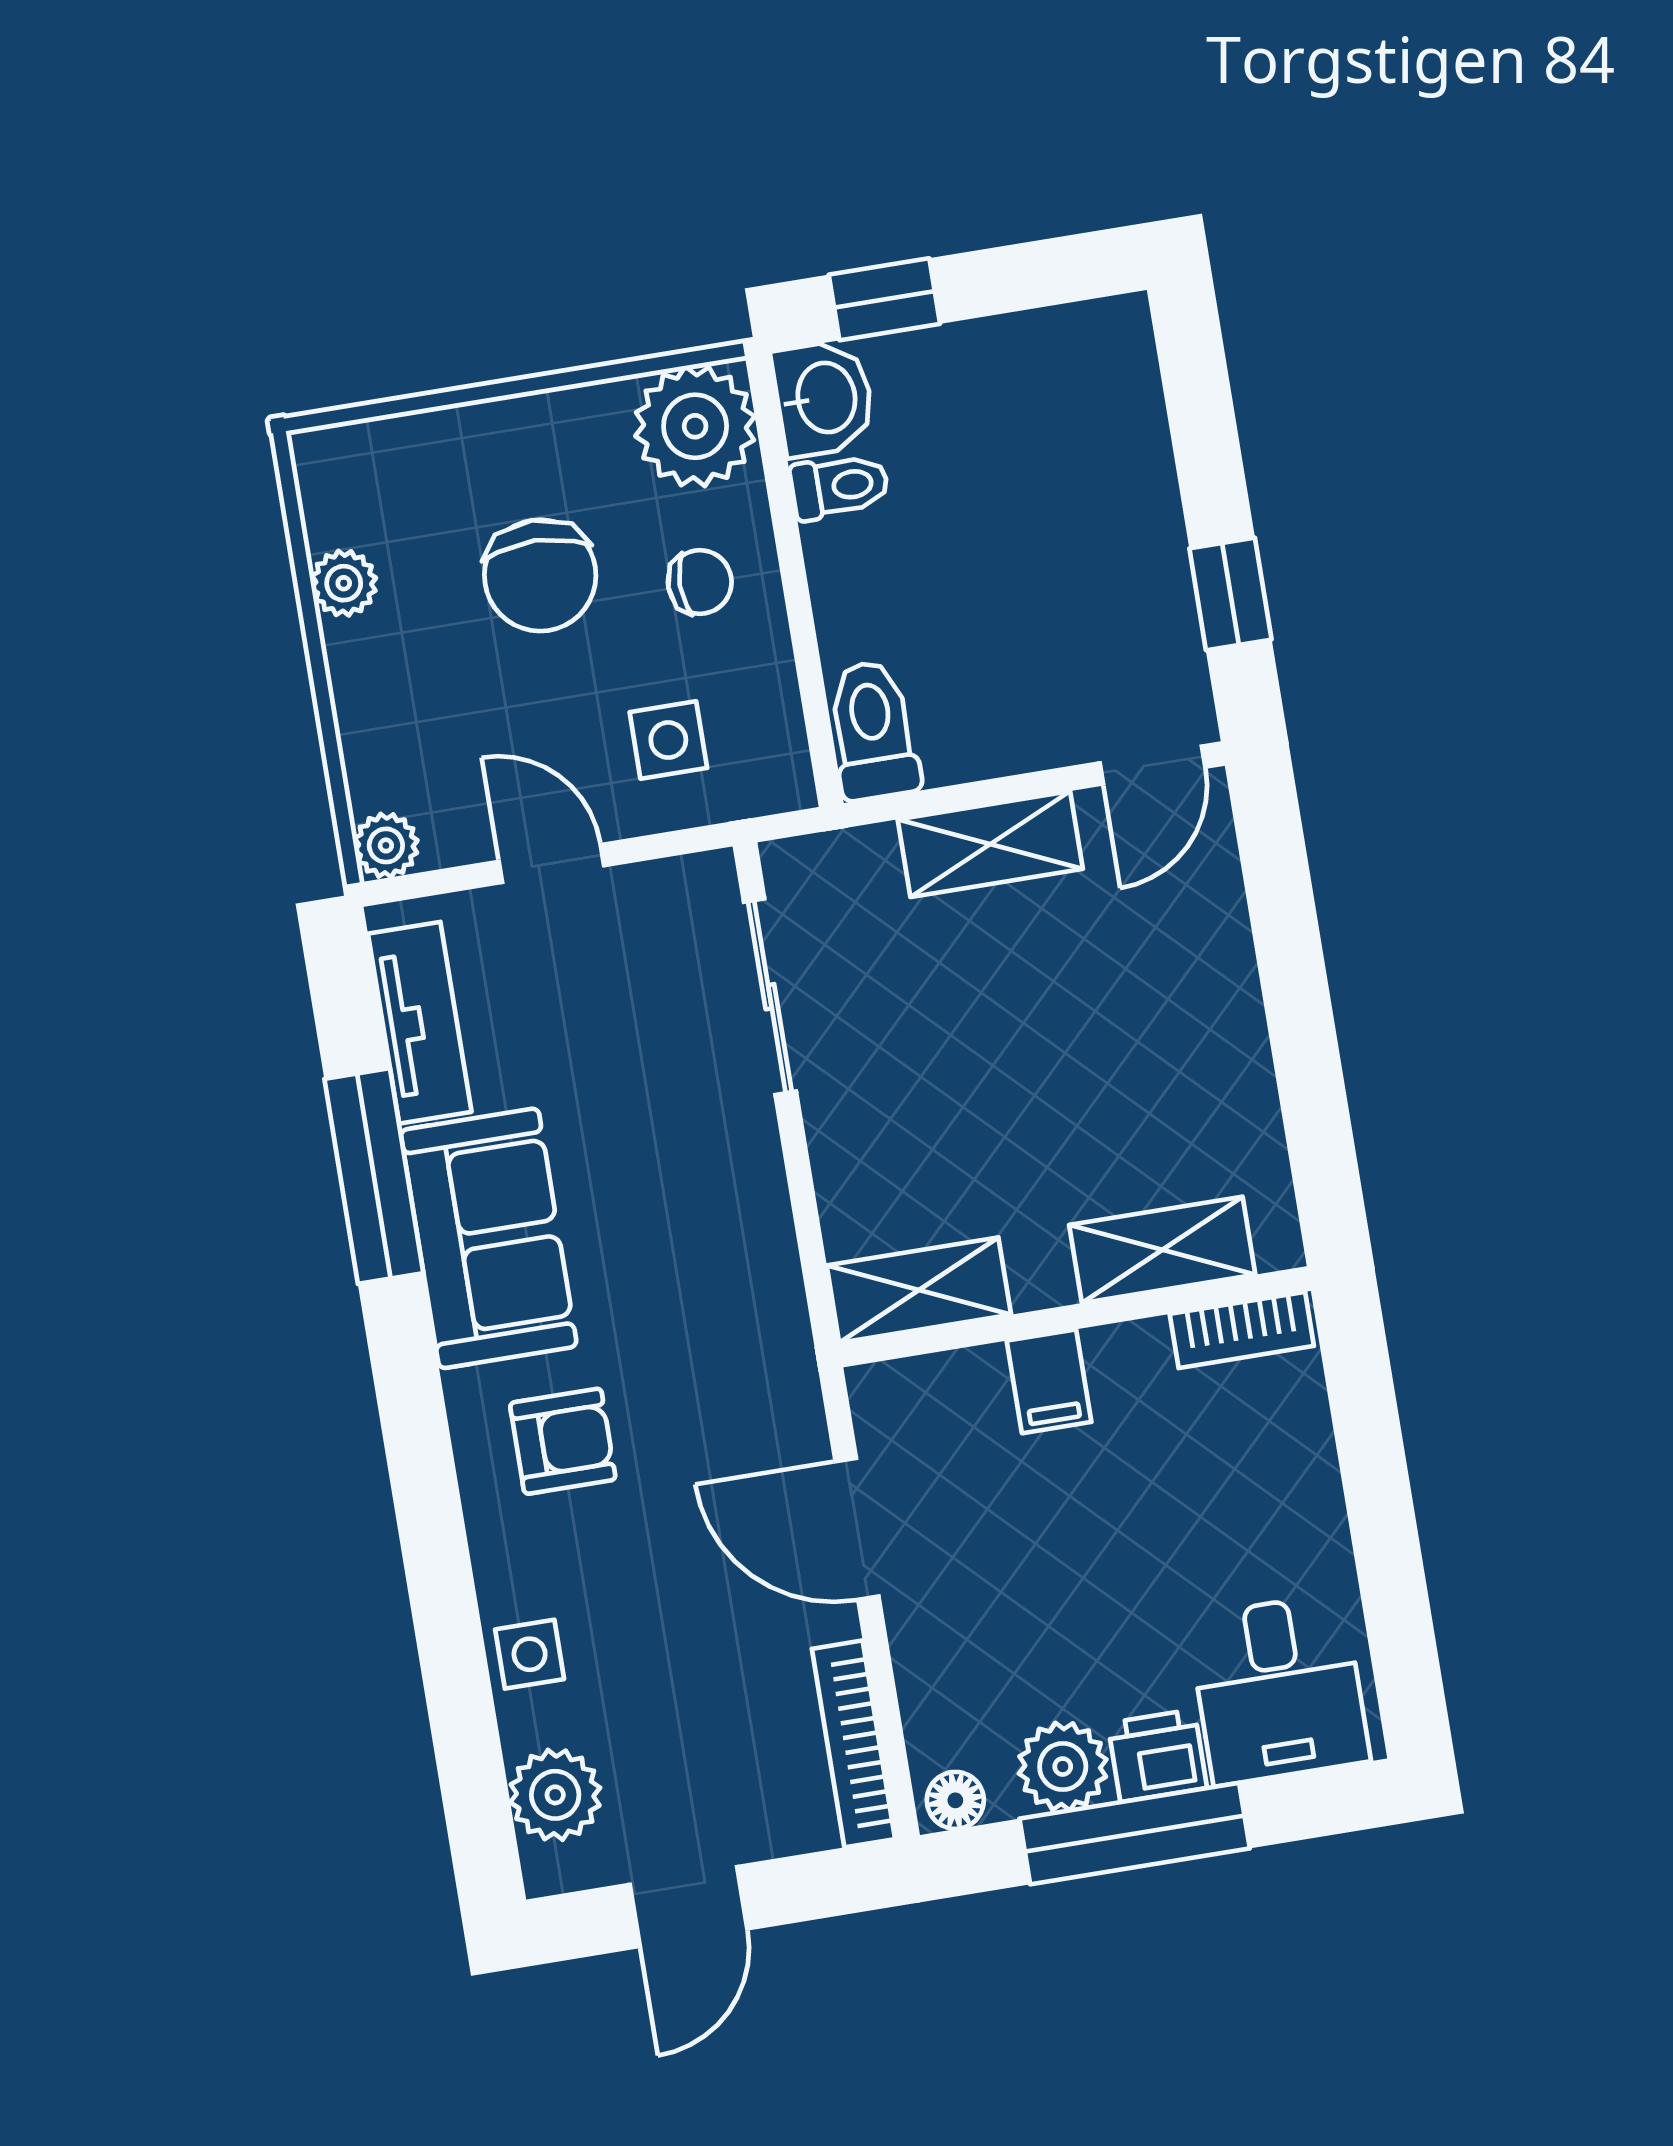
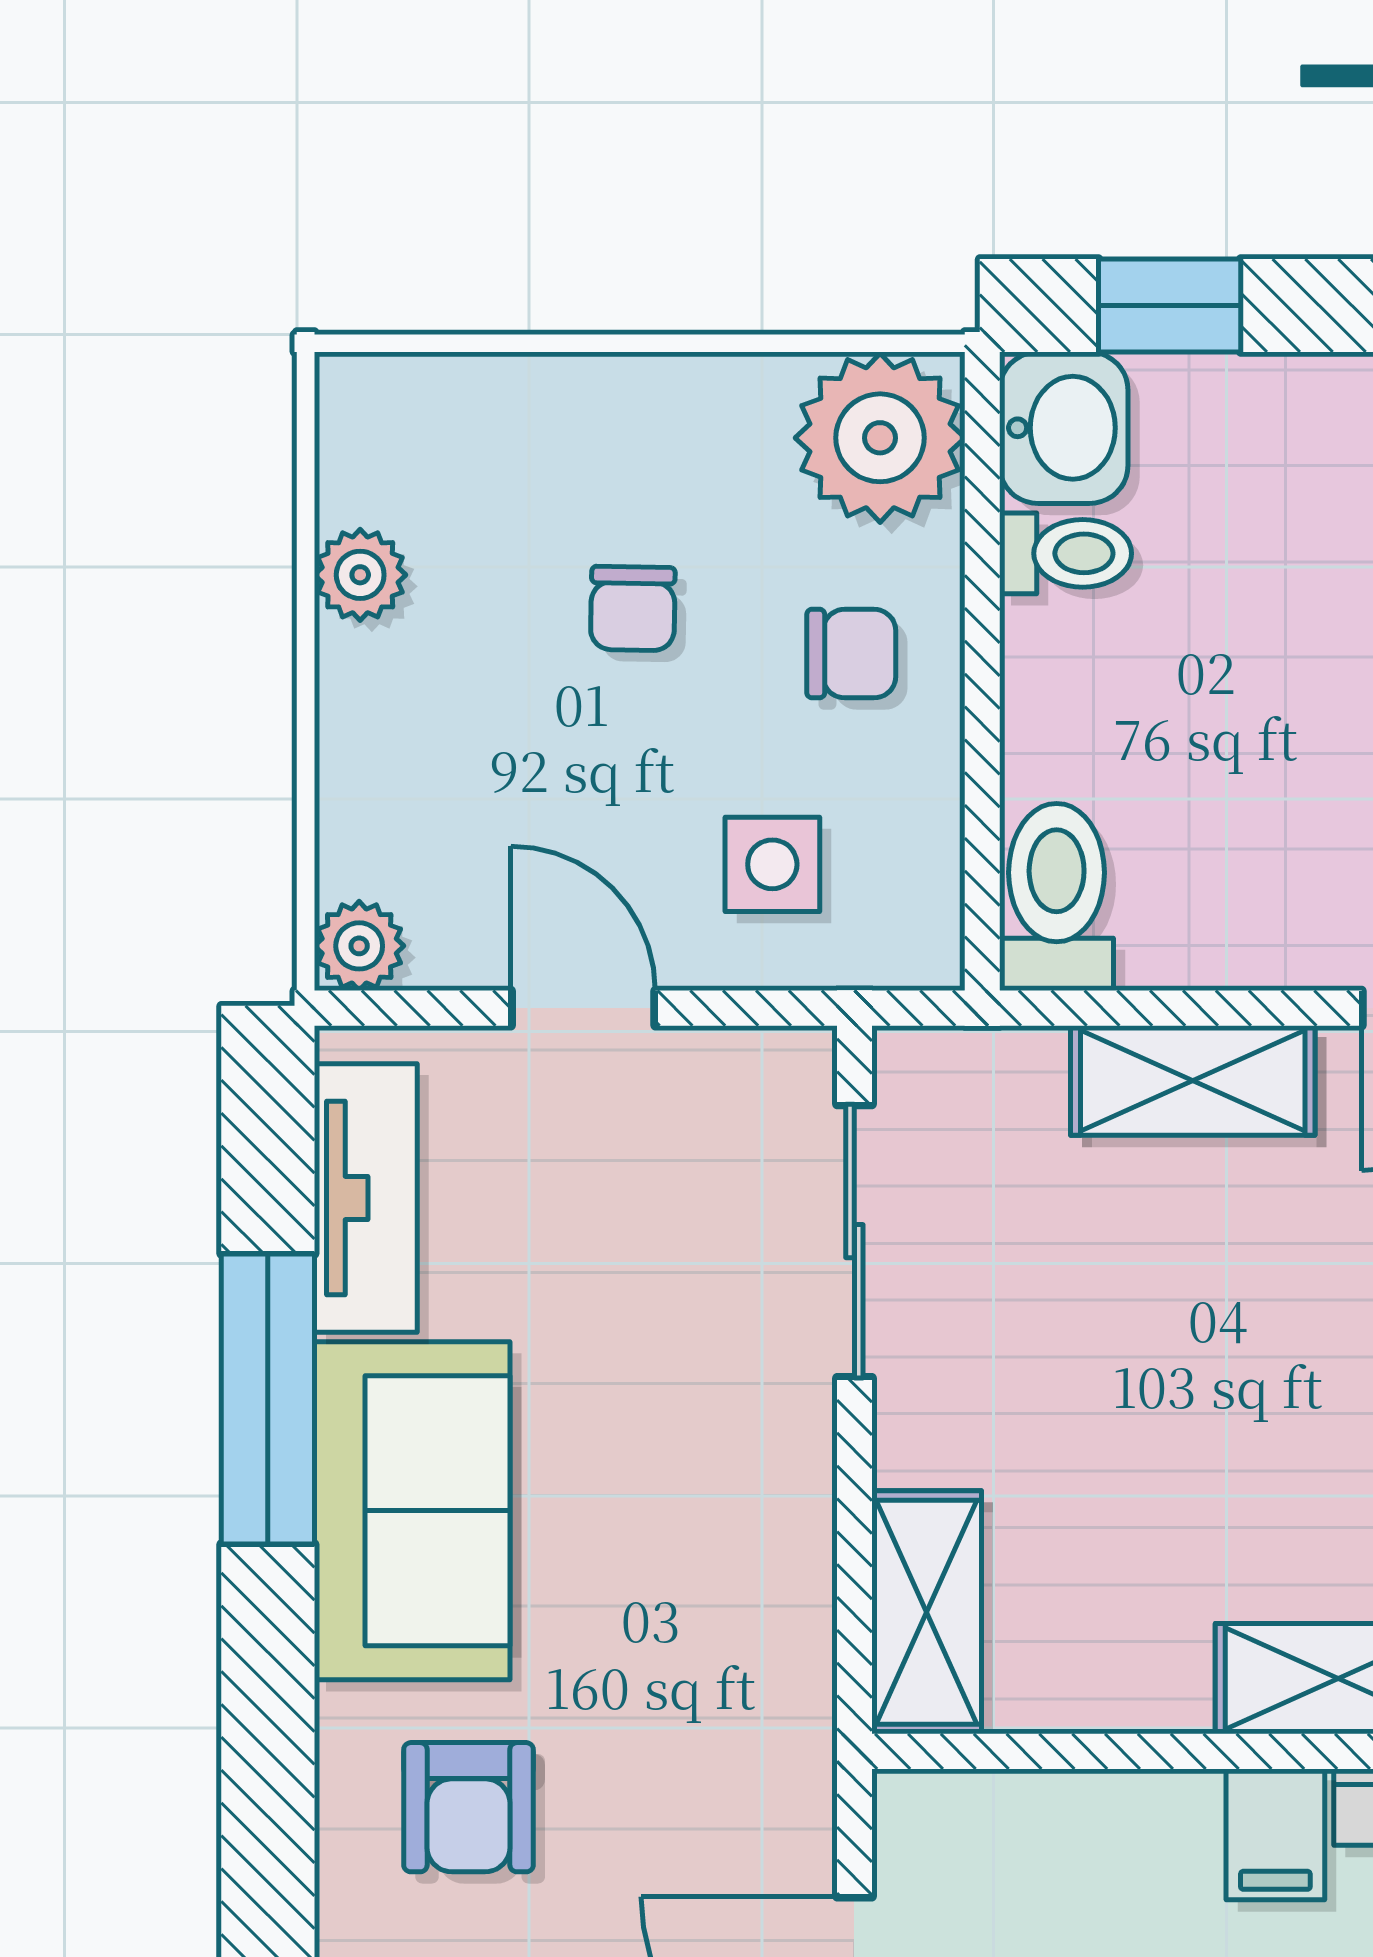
chair: (540, 575) -> (633, 608), width x0.54, depth x0.54
shelving: (919, 1290) -> (927, 1612), moved, turned 90
filing cabinet: (1049, 1381) -> (1275, 1834), moved
armchair: (563, 1441) -> (469, 1807), turned 90

